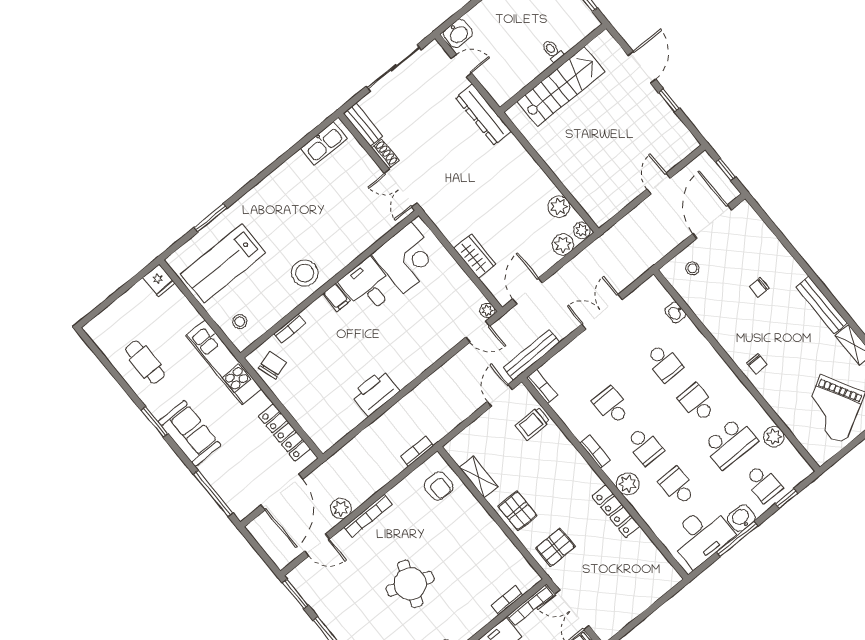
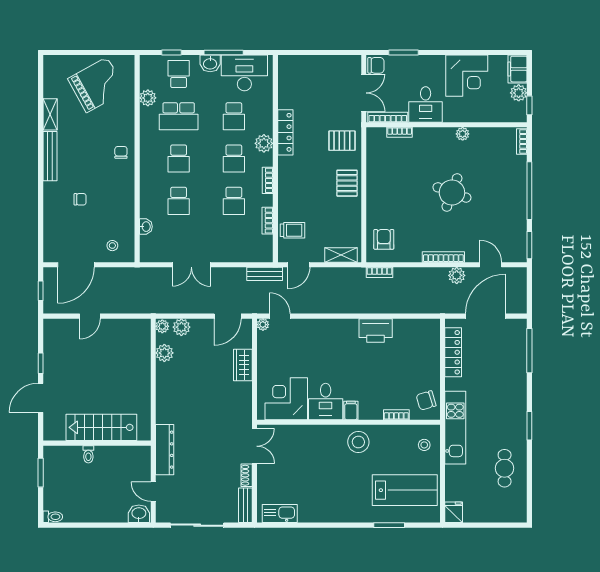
bench: (531, 355) -> (265, 274), width x0.73
school desk: (664, 363) -> (179, 201), turned 180
bookcase: (542, 386) -> (268, 221), moved
sofa: (190, 433) -> (513, 400), removed
school desk: (730, 443) -> (179, 116), turned 180
school desk: (644, 446) -> (234, 159), turned 180
shelving: (479, 477) -> (341, 255), moved, turned 90

